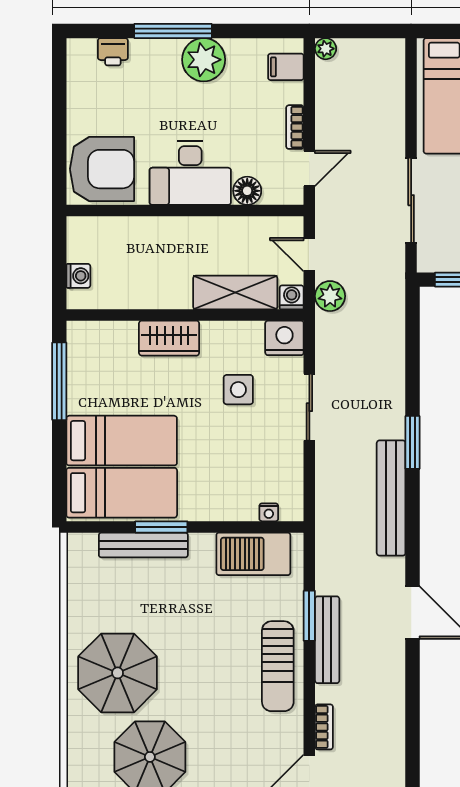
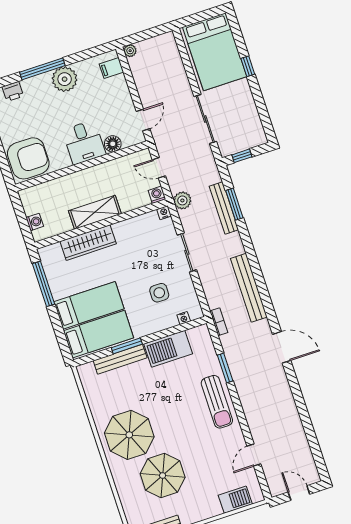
bookcase: (295, 127) -> (128, 100), removed
desk: (190, 173) -> (84, 142), width x0.73
shelving: (235, 293) -> (95, 212), moved
plant: (330, 296) -> (182, 200), moved
wardrobe: (169, 338) -> (88, 243), width x1.50
nightstand: (284, 338) -> (164, 213), width x0.53, depth x0.56
side table: (238, 390) -> (159, 293), moved
window: (412, 442) -> (234, 204), moved
barbecue: (253, 554) -> (168, 349), moved
bench: (327, 640) -> (224, 208), moved
bookcase: (324, 727) -> (219, 322), moved

